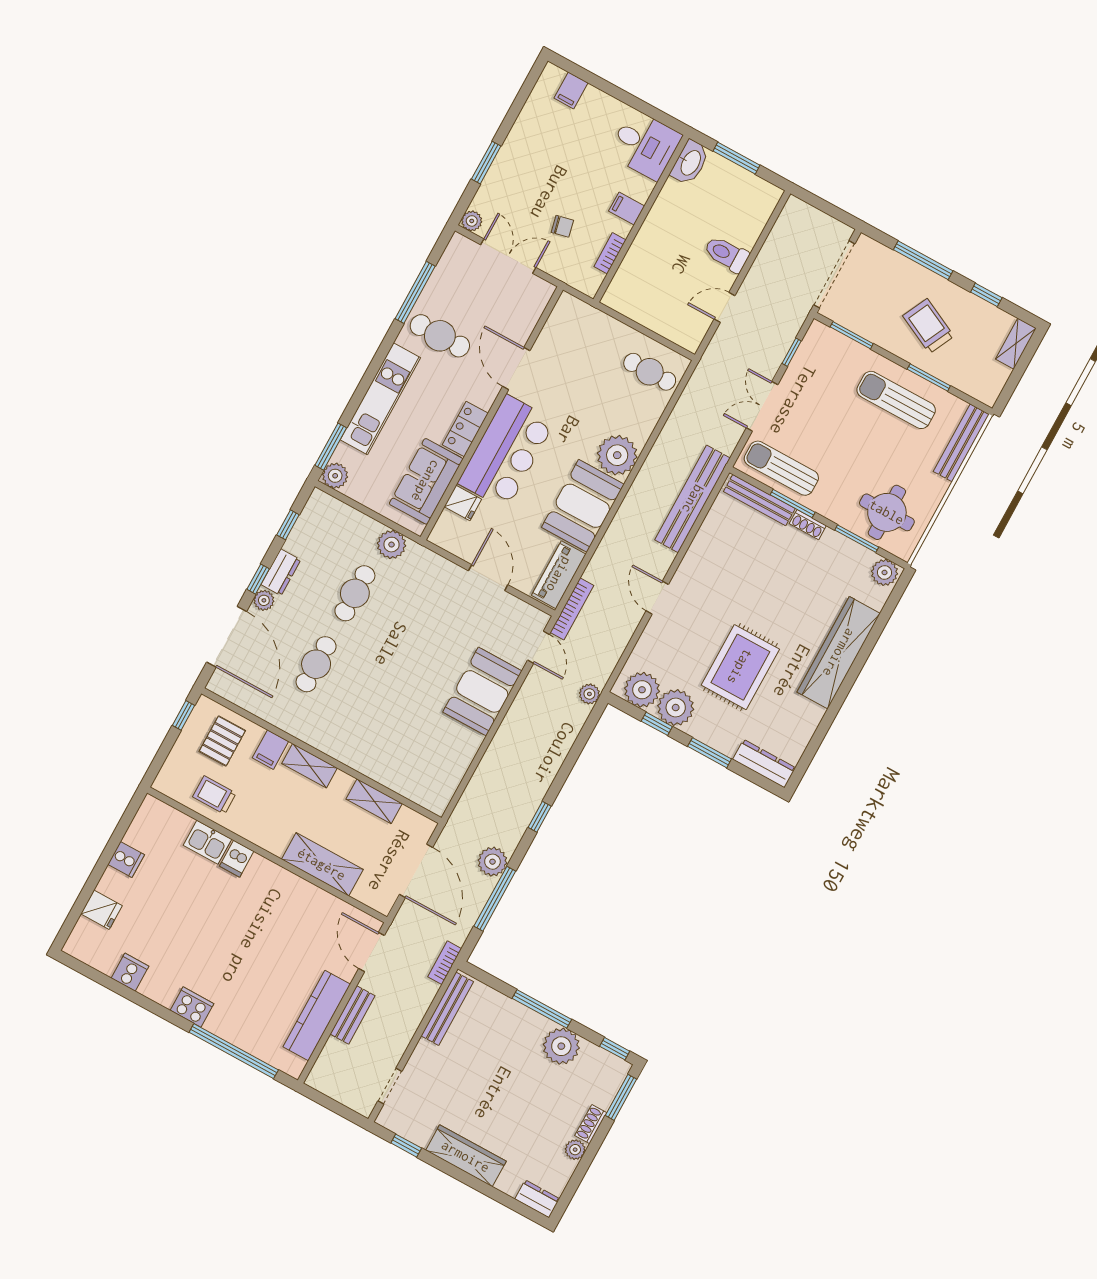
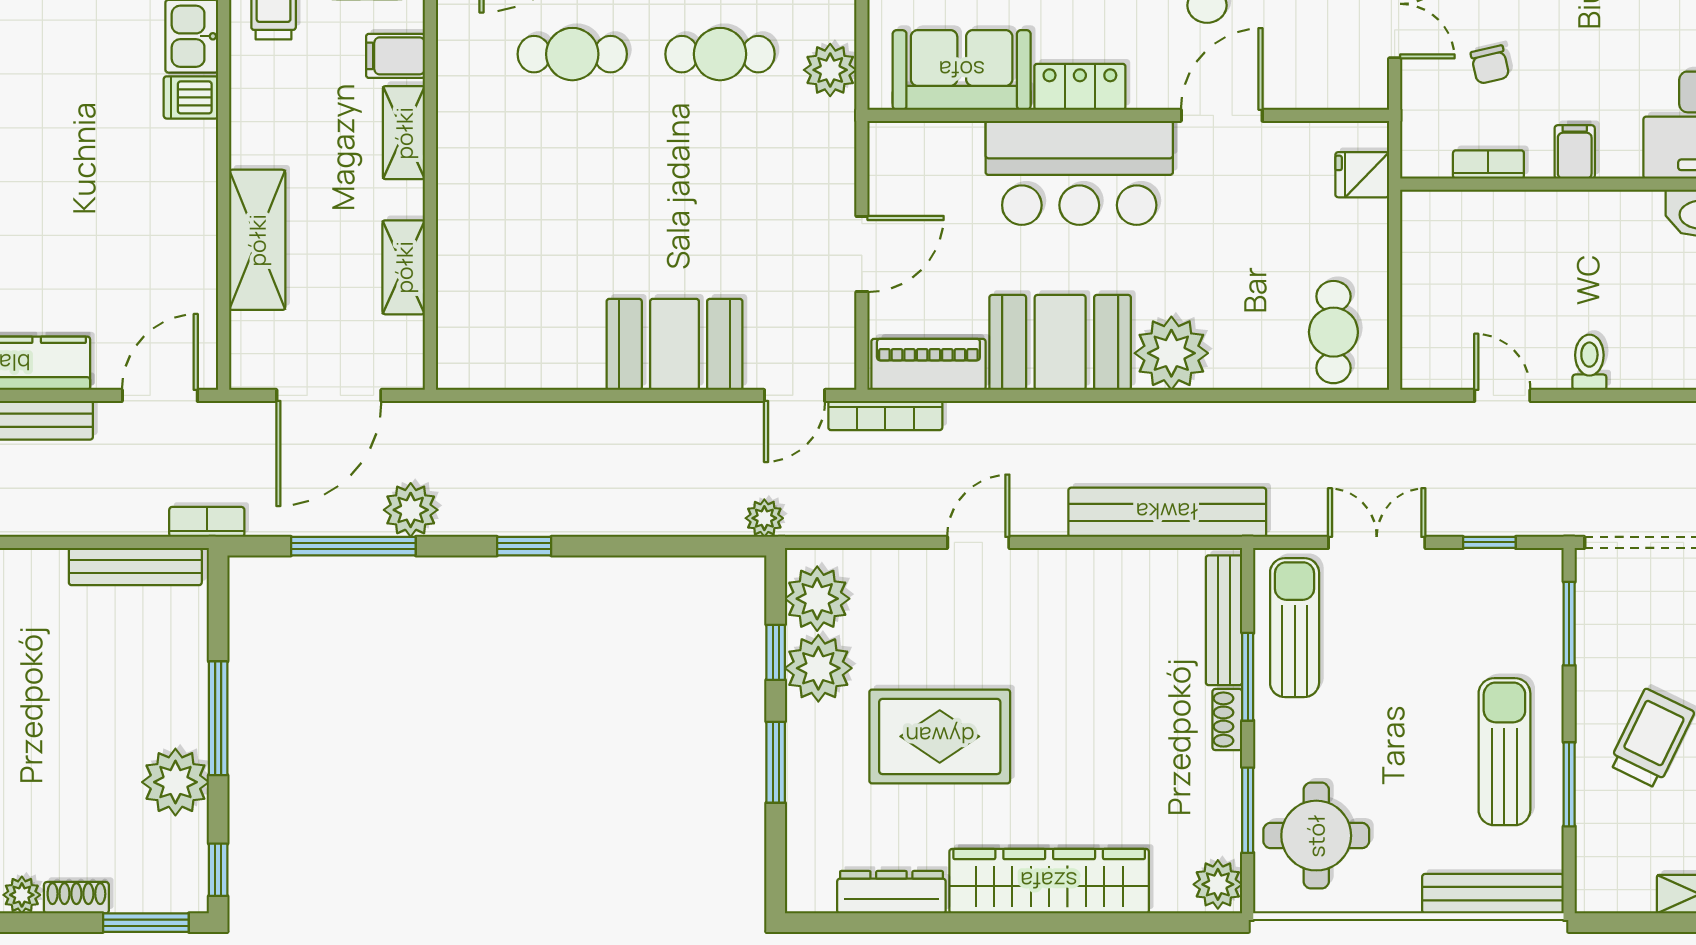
toilet: (726, 254) -> (1589, 362), width x0.73, depth x0.72
fridge: (463, 503) -> (1362, 175), moved, turned 90
dresser: (764, 764) -> (891, 892), moved, turned -90

